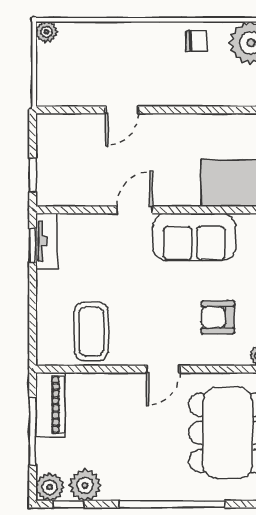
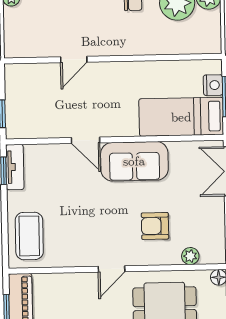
door: (134, 210) -> (86, 140), swing flipped
coffee table: (91, 331) -> (29, 236), moved

